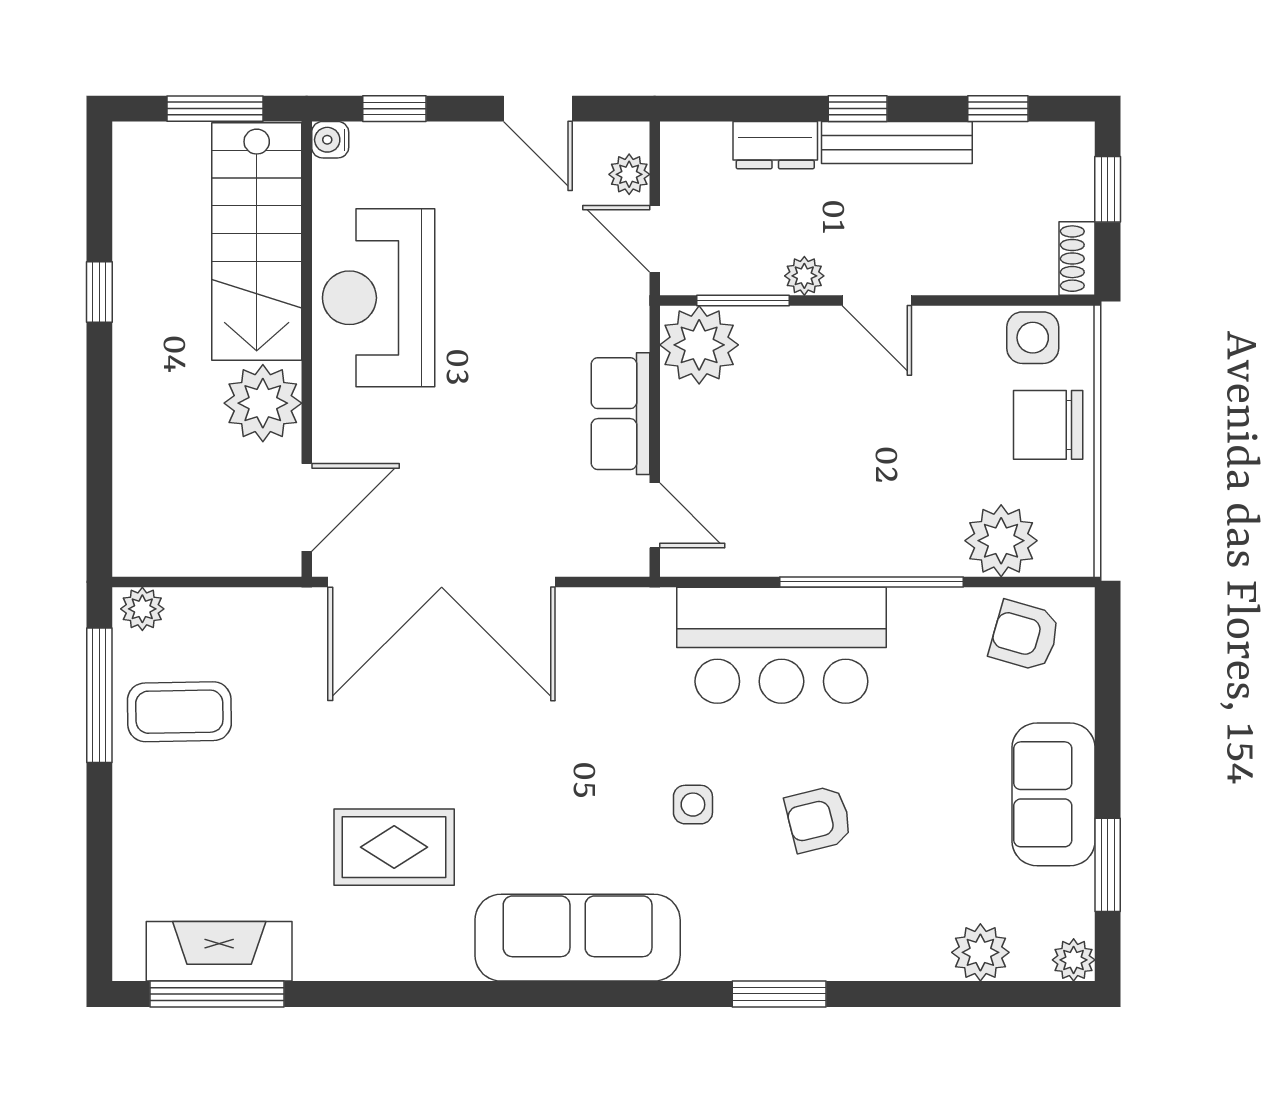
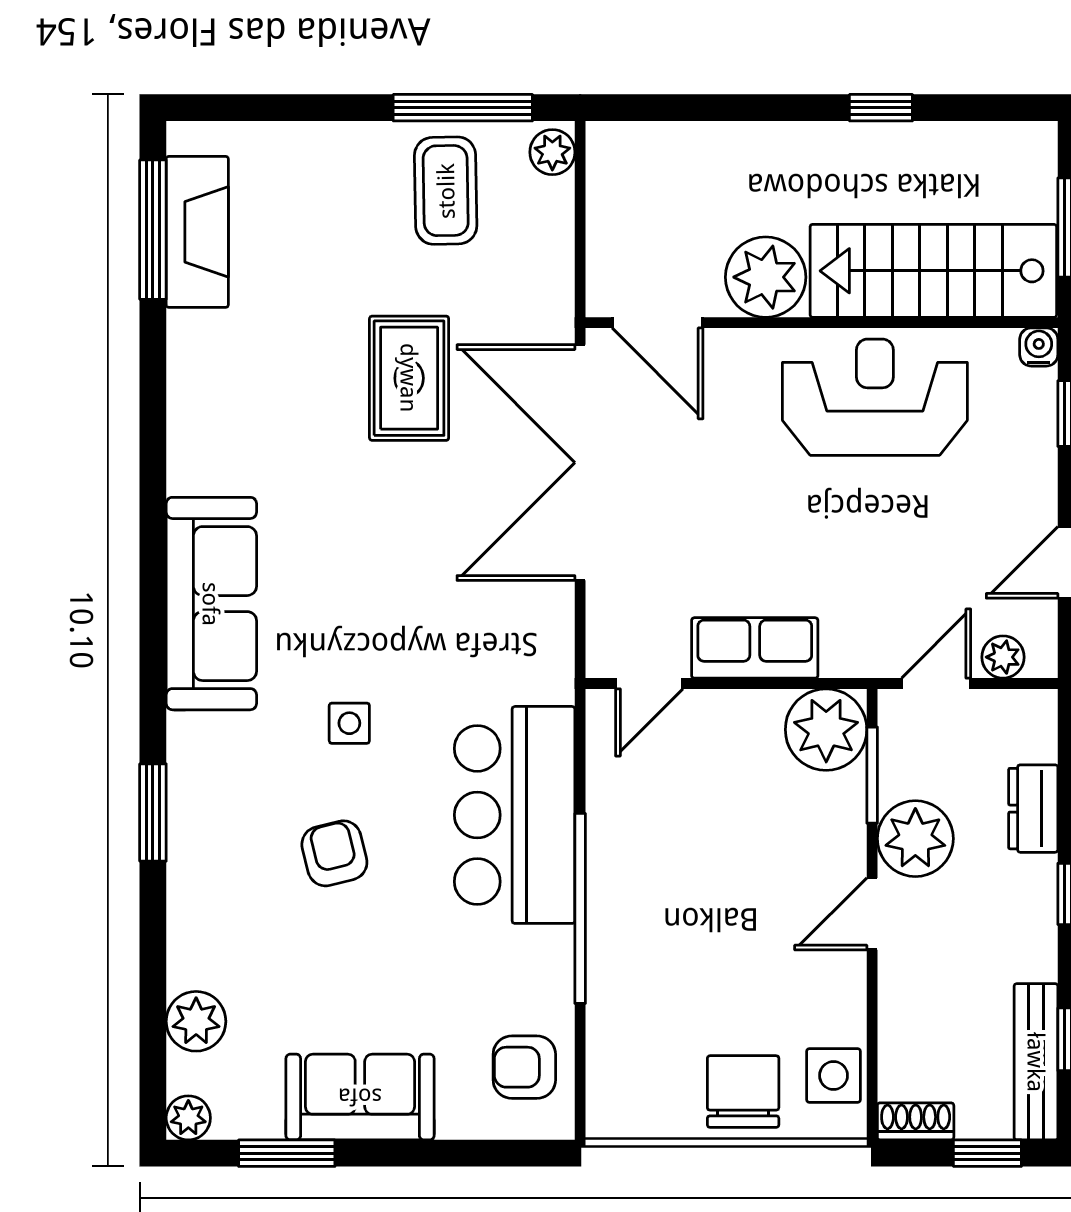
bench: (897, 142) -> (1036, 1062), moved
plant: (804, 276) -> (915, 839), width x1.88, depth x1.88
plant: (1001, 541) -> (623, 1043), removed
armchair: (1025, 636) -> (524, 1067), turned -106
rug: (394, 847) -> (409, 378), moved

